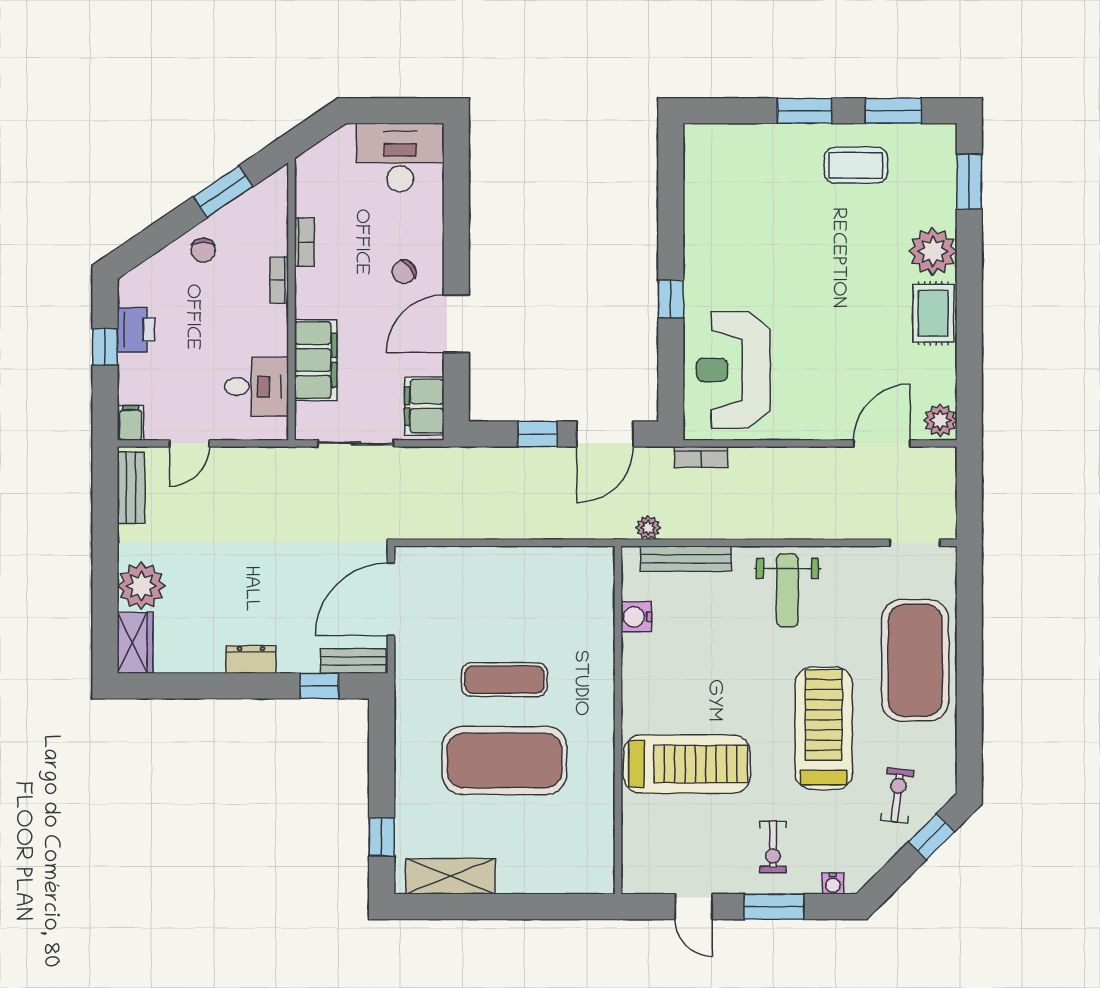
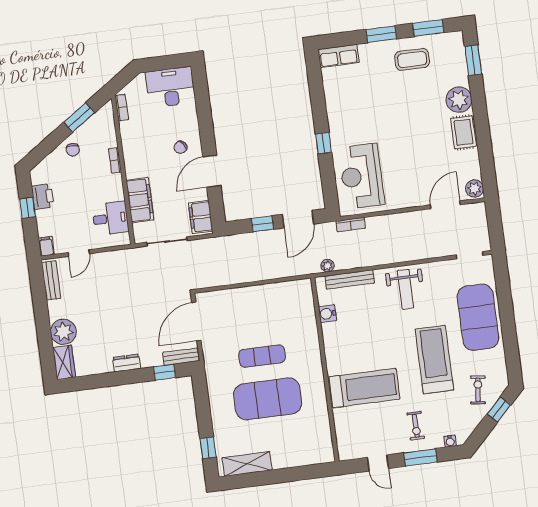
row of seats: (720, 141) -> (339, 56), added
bookcase: (304, 242) -> (122, 108), moved

